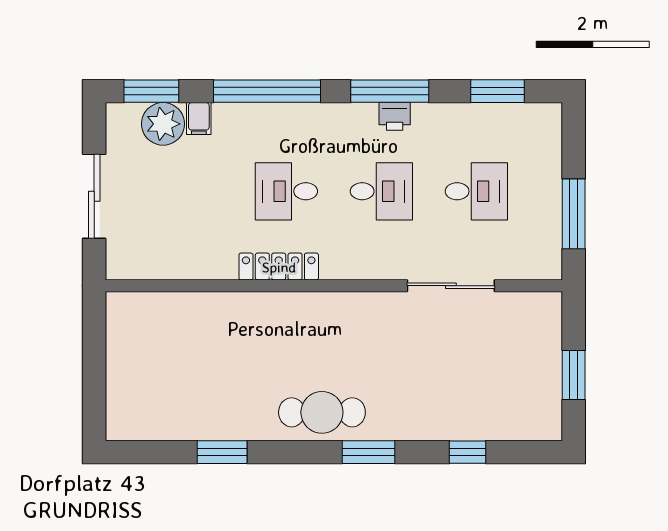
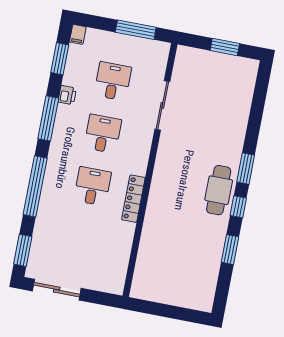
printer: (395, 116) -> (67, 95), moved
filing cabinet: (199, 119) -> (78, 34), moved, turned 90
plant: (163, 124) -> (42, 247), removed
desk: (286, 191) -> (93, 186), turned 180
sliding door: (94, 196) -> (57, 290), moved
window: (467, 452) -> (238, 207), moved

